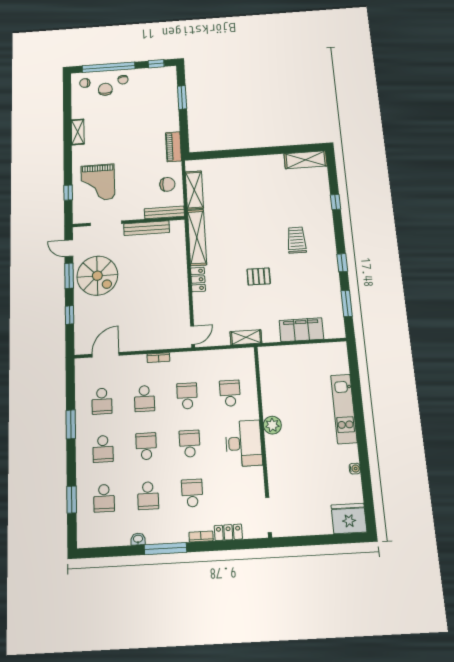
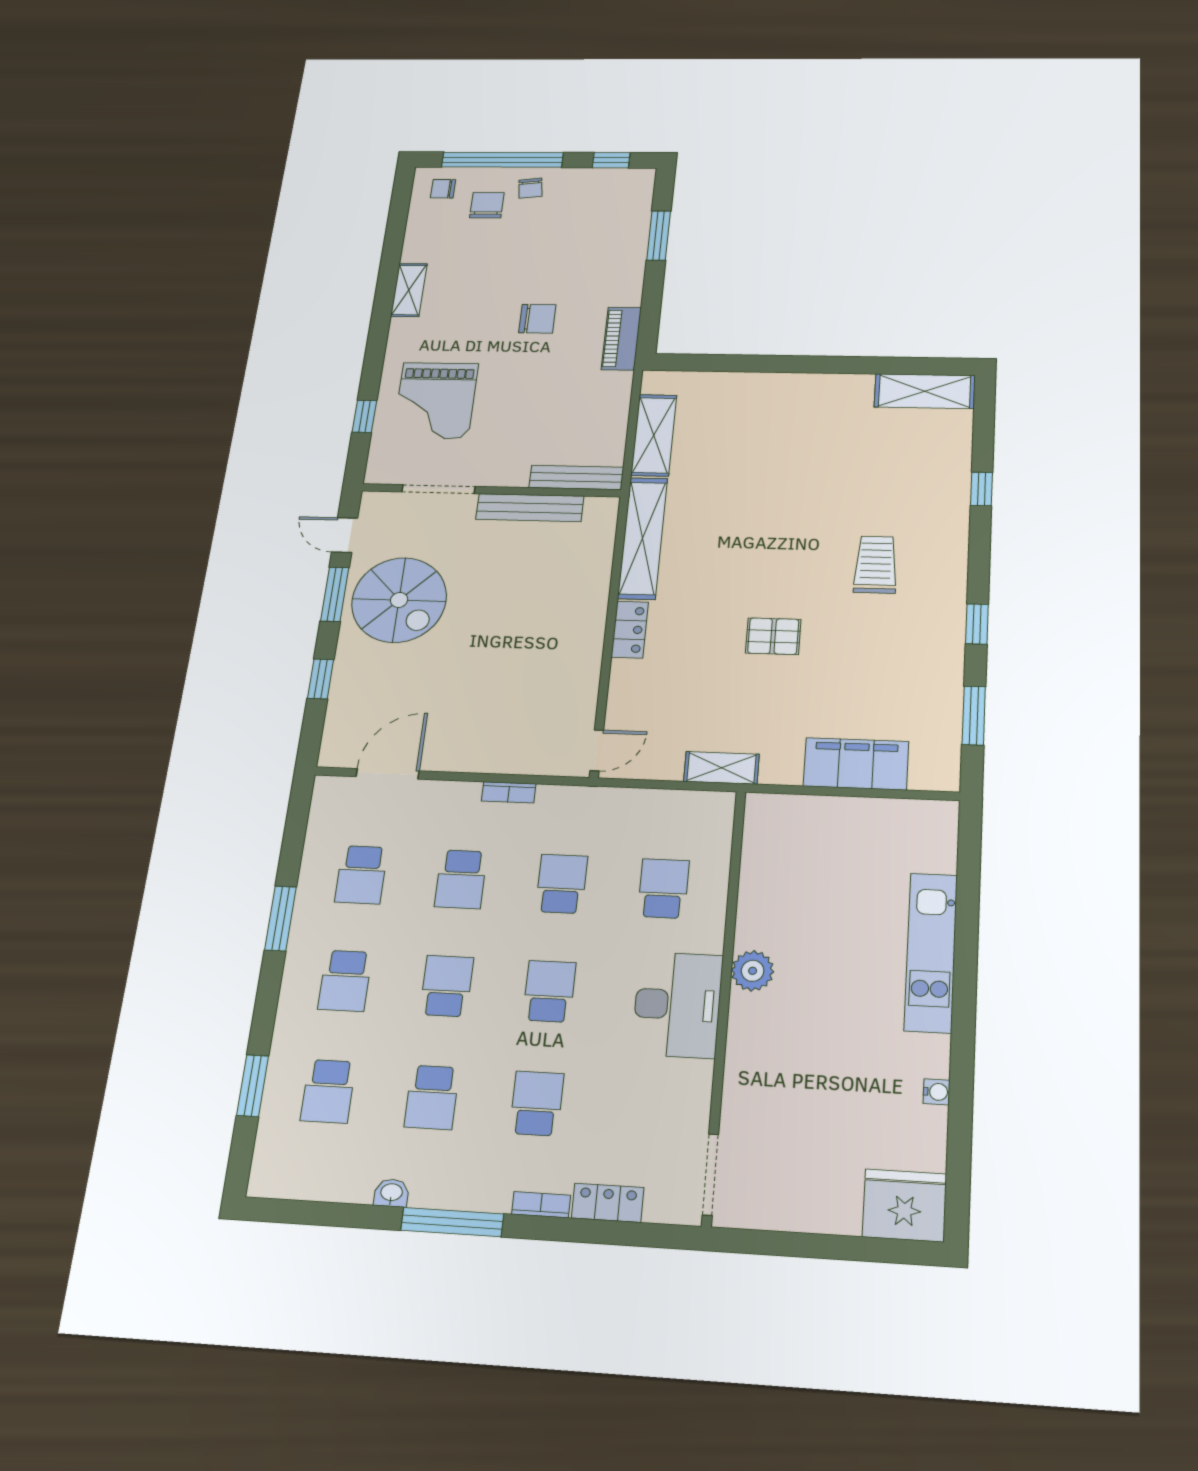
chair: (167, 184) -> (537, 319), moved

